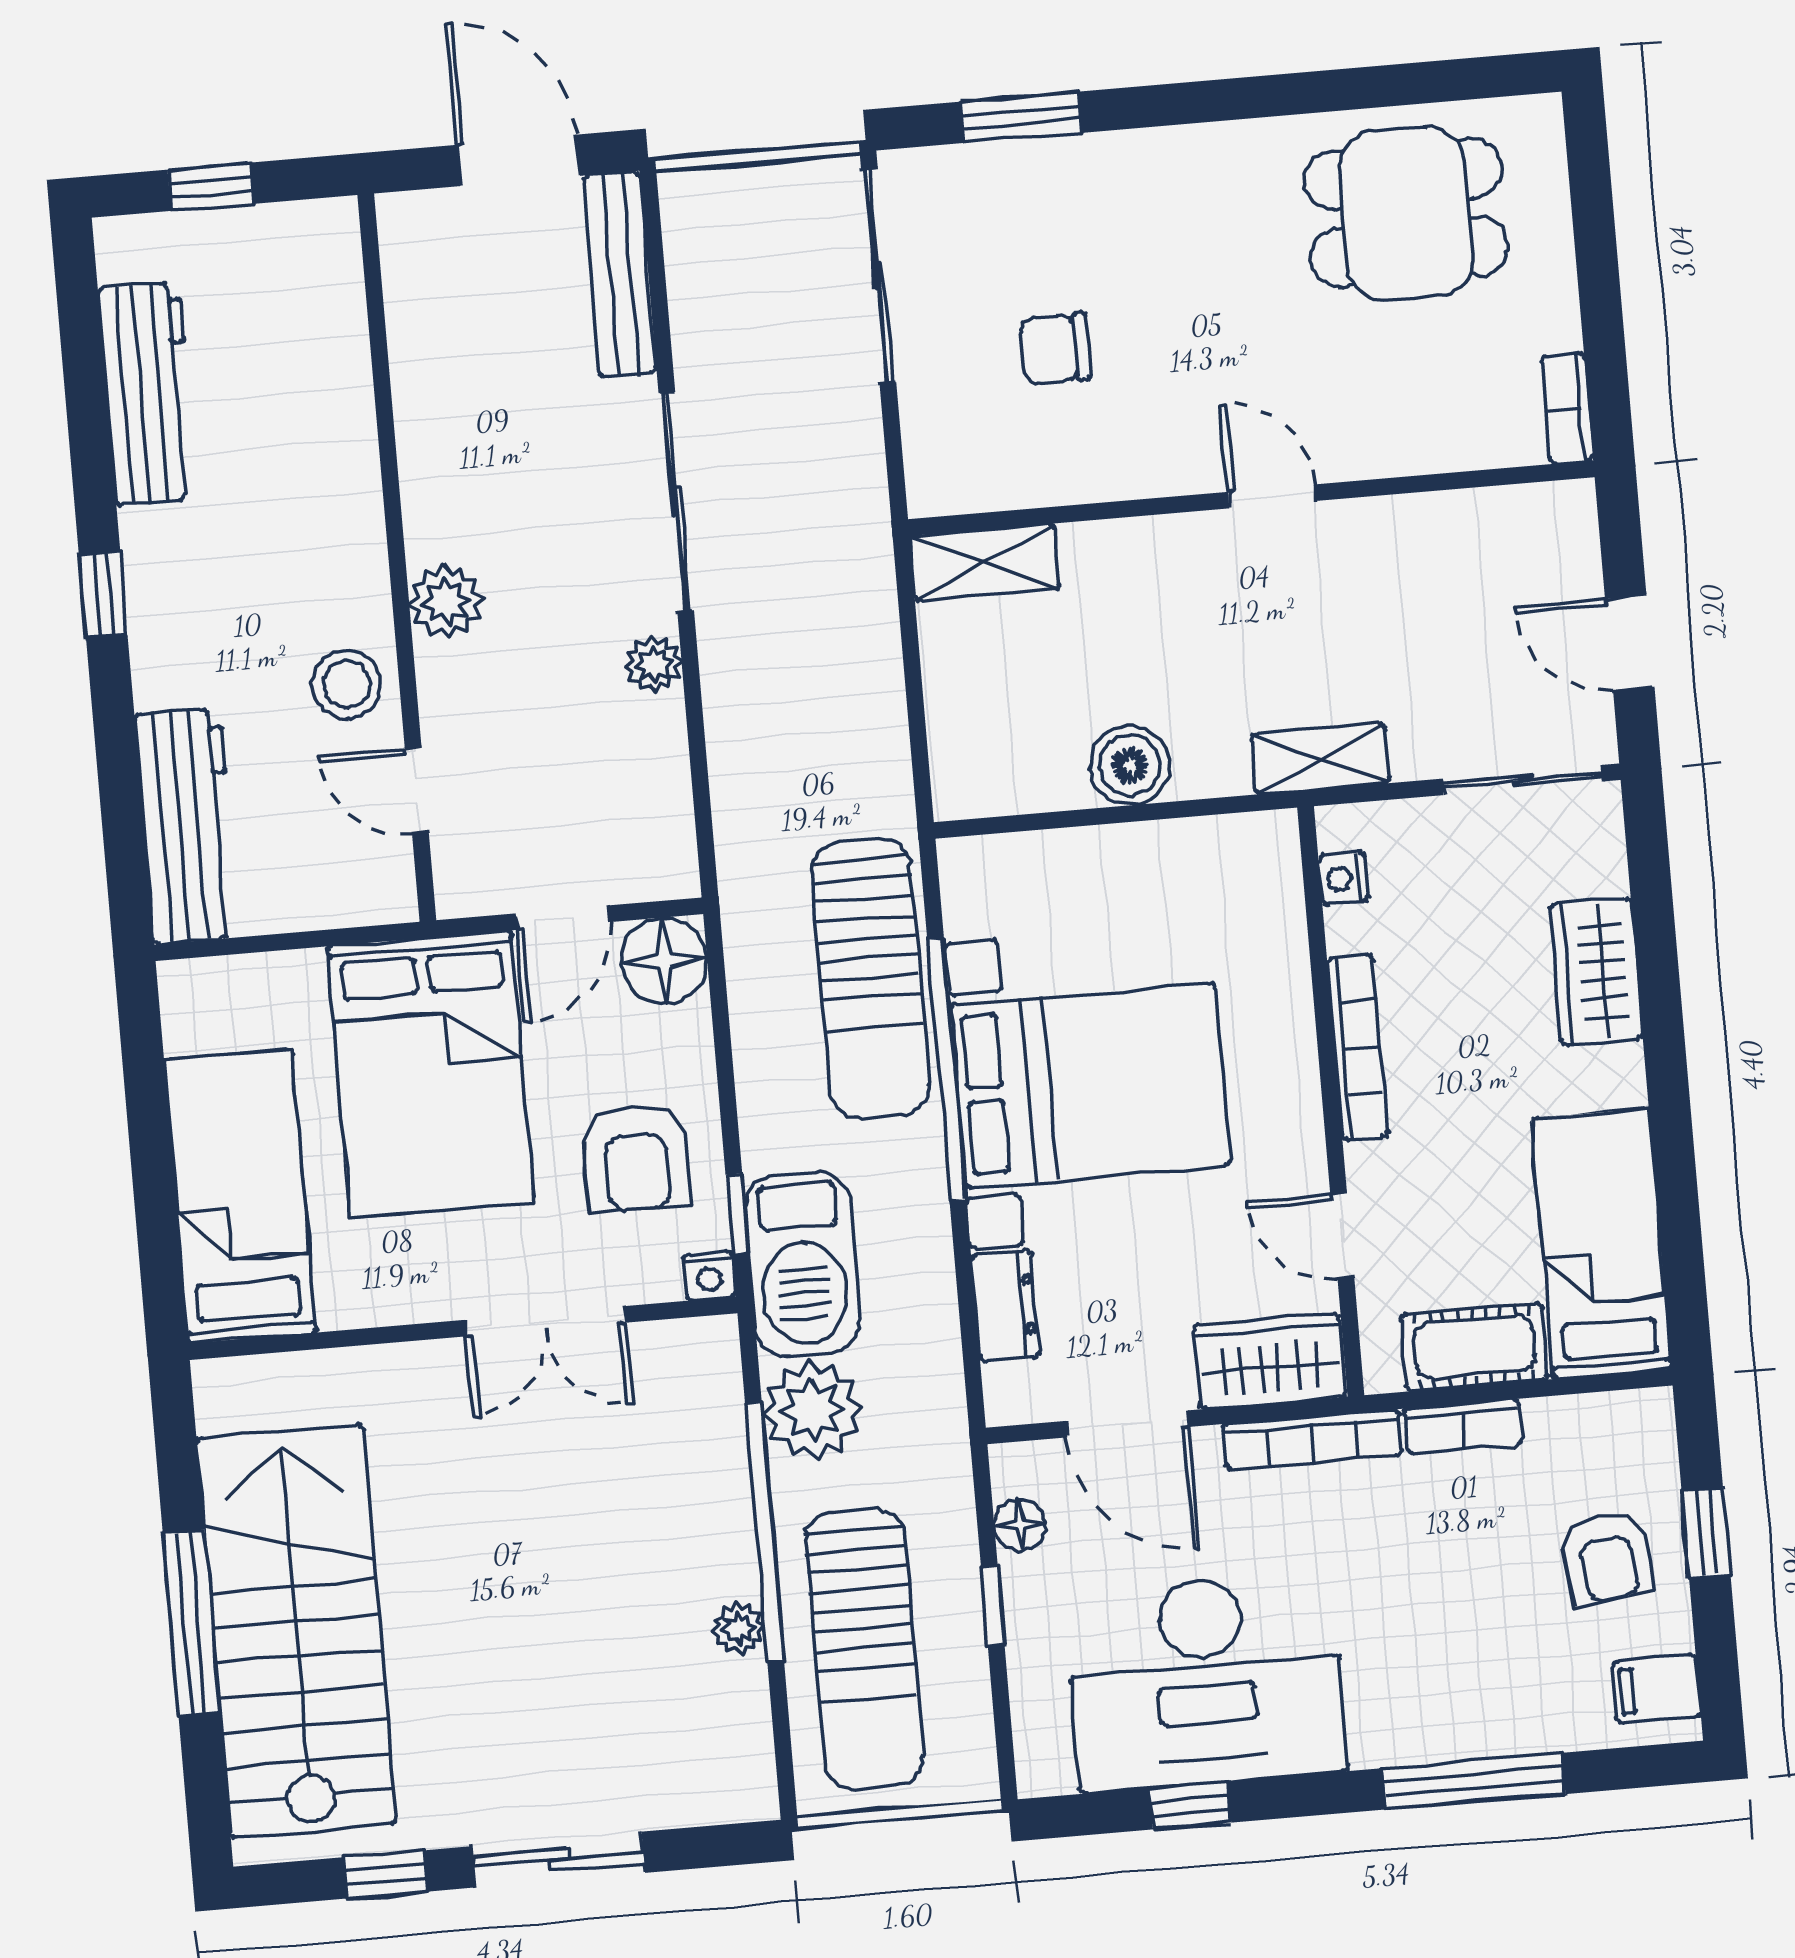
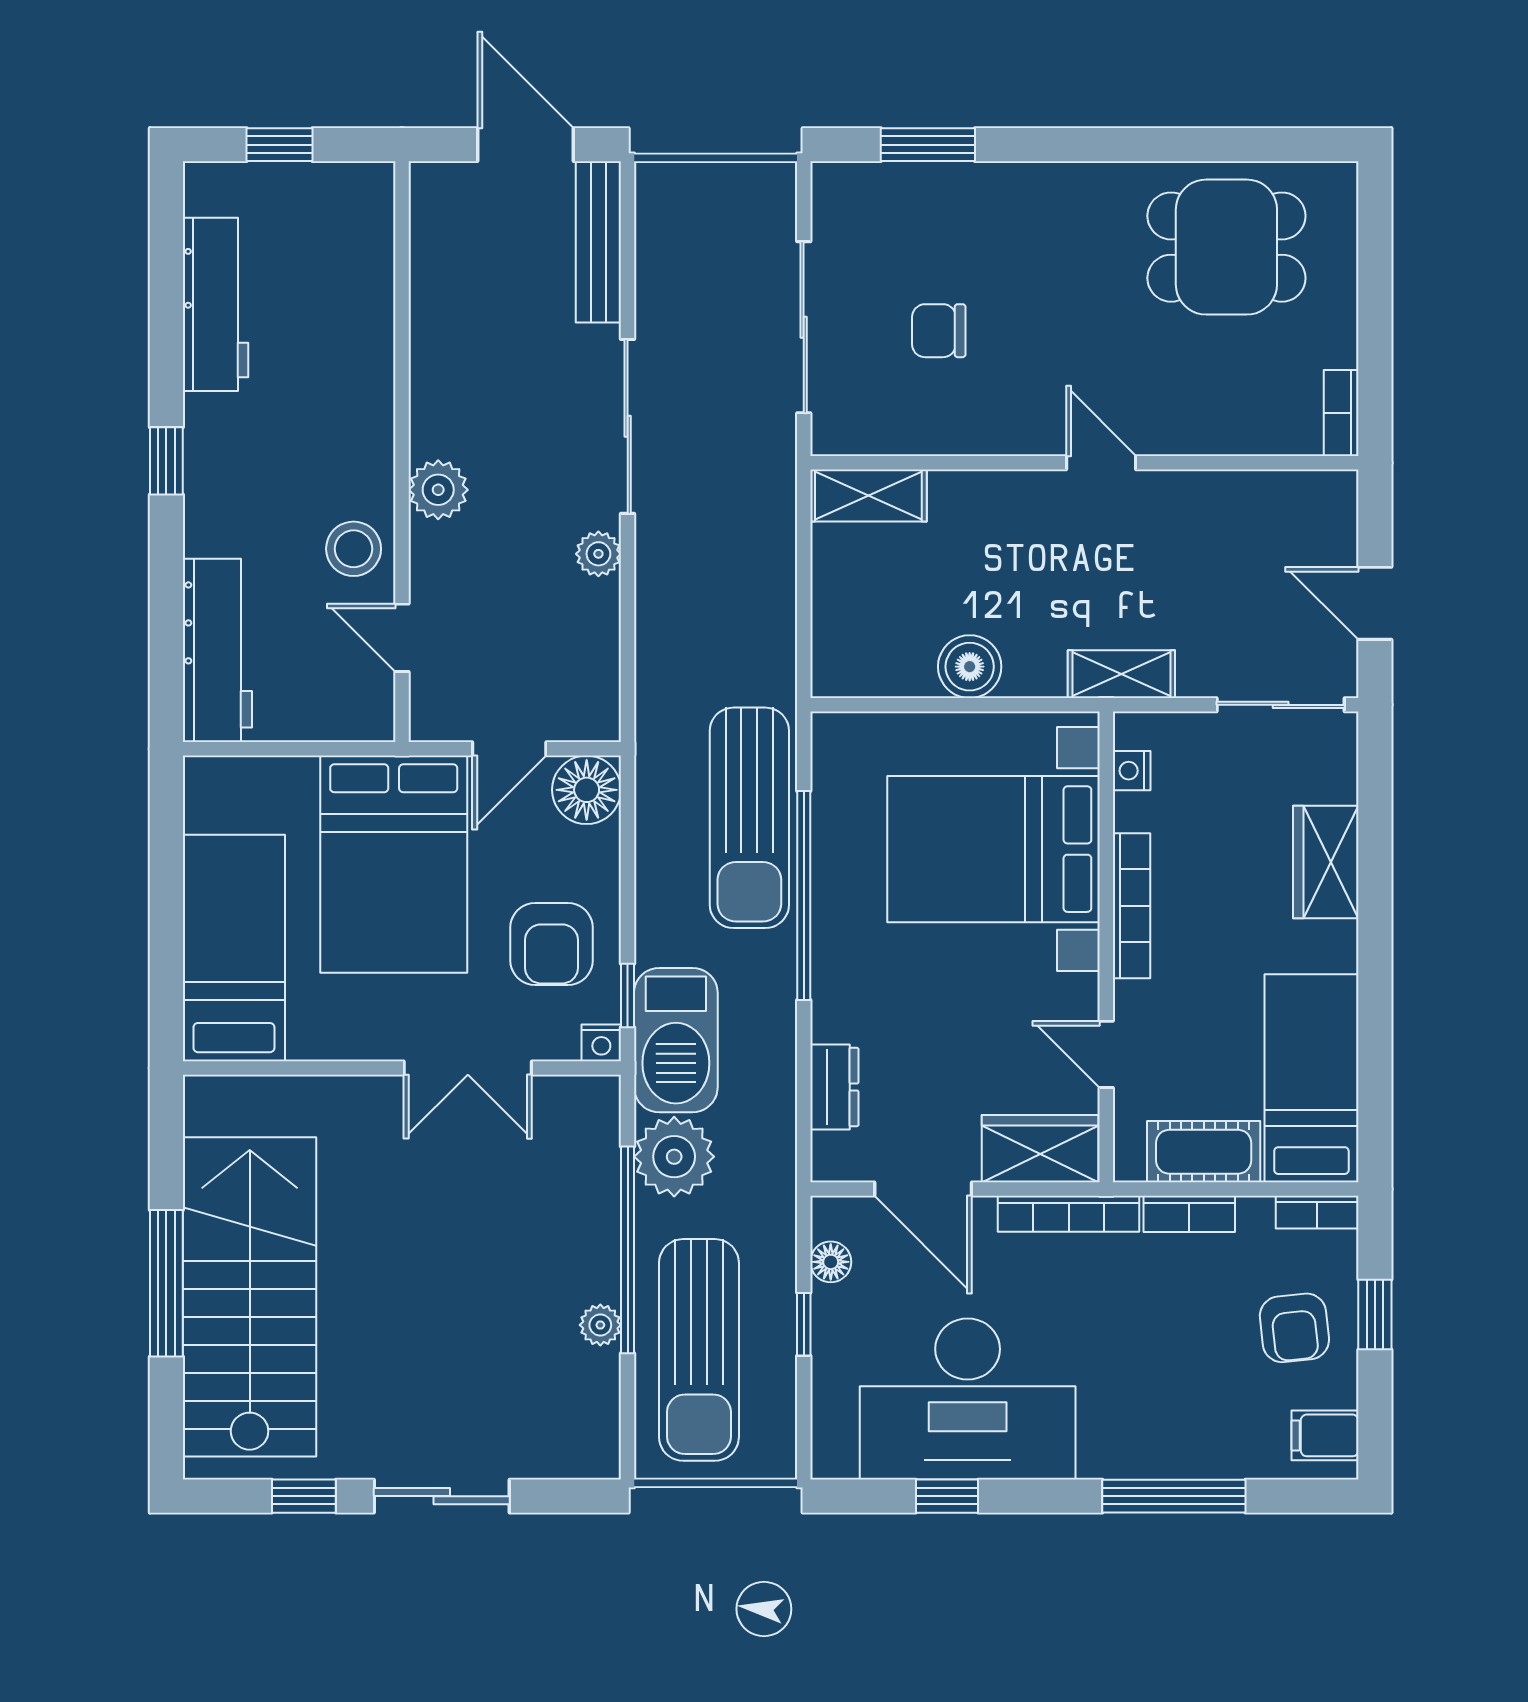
sliding door: (879, 276) -> (804, 327), moved
bed with nightstands: (1090, 1085) -> (993, 849), moved, turned 180
bookcase: (1623, 1411) -> (1317, 1212), added

